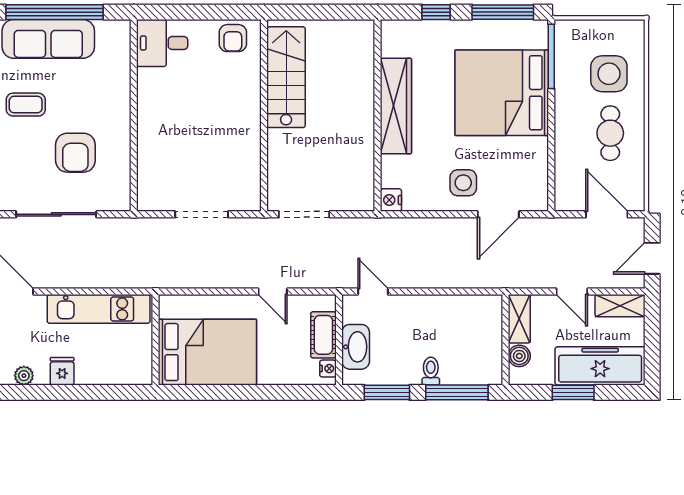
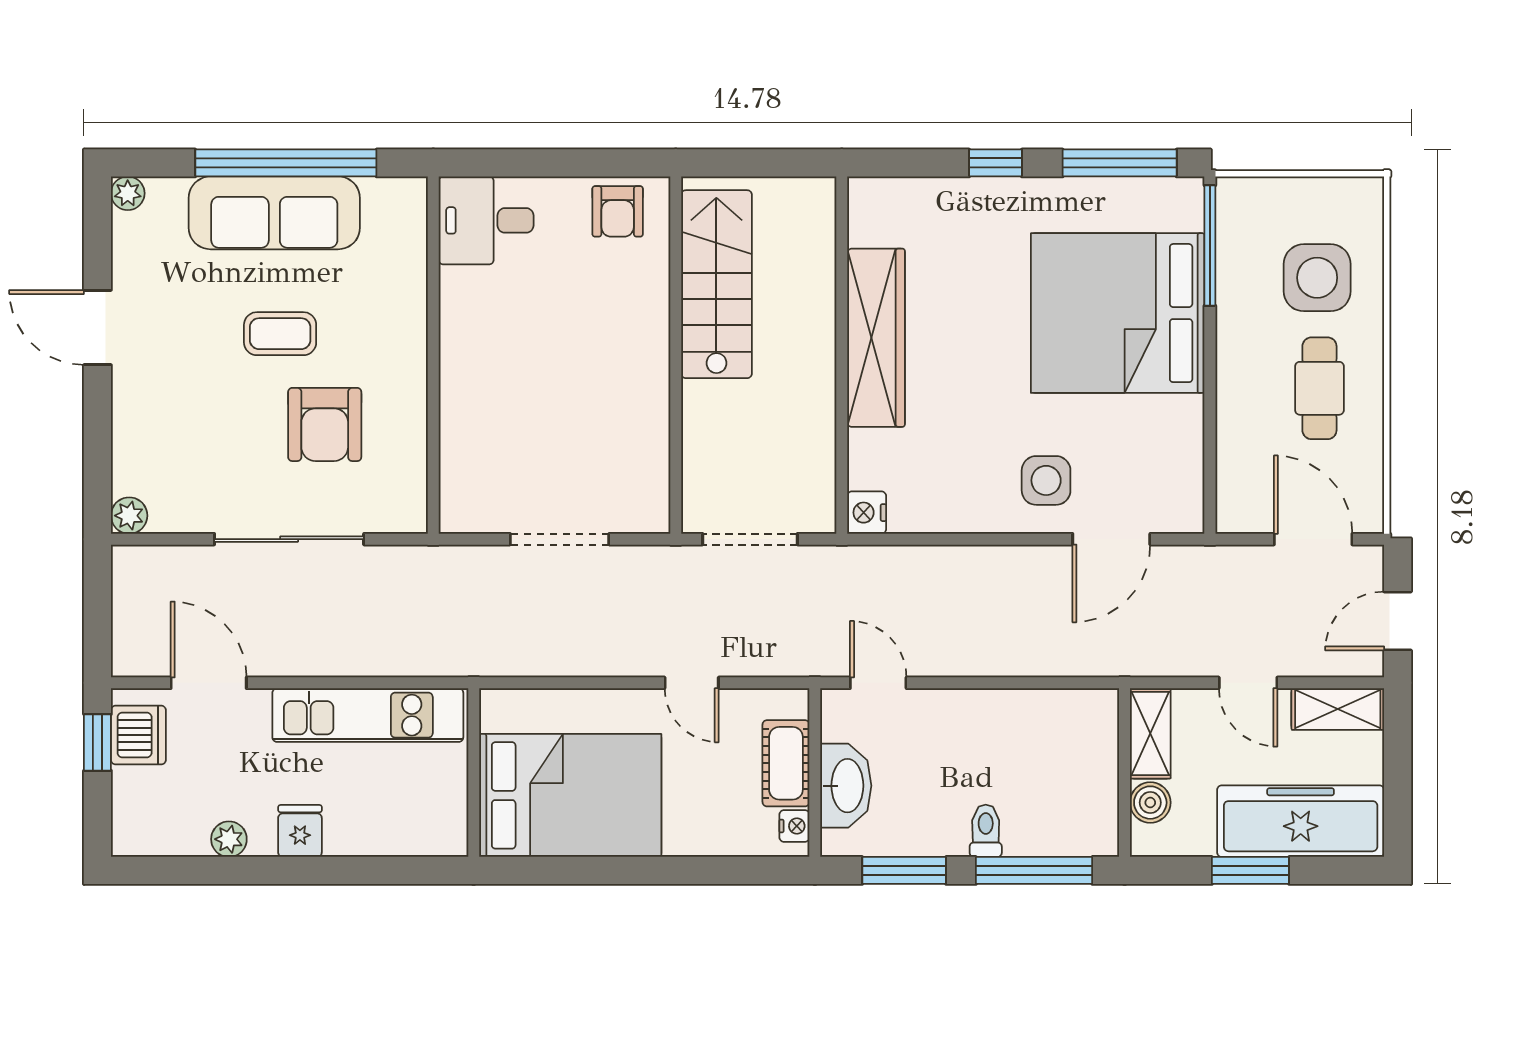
coffee table: (26, 105) -> (280, 334), moved
wardrobe: (396, 106) -> (876, 338), moved
wall: (378, 115) -> (842, 355), moved
nightstand: (391, 200) -> (867, 513), moved

